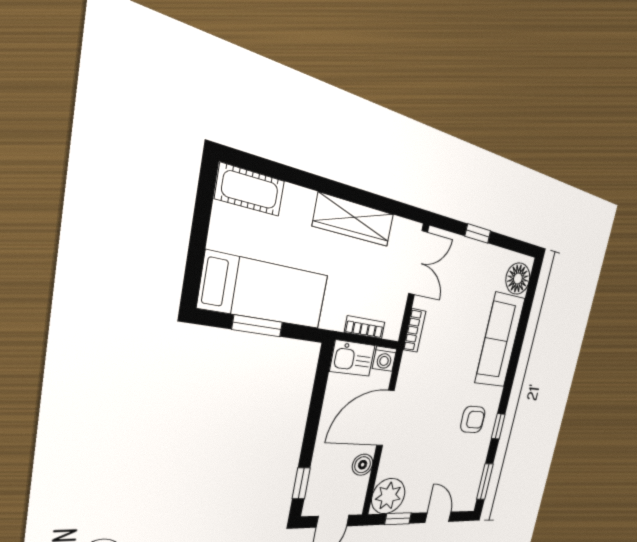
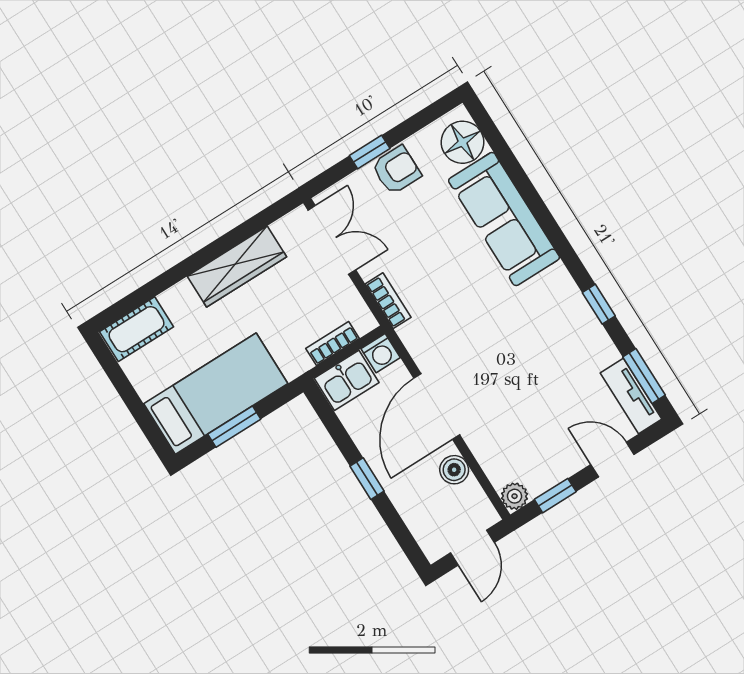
armchair: (473, 420) -> (396, 170), moved
window: (301, 483) -> (367, 479), moved
tv unit: (472, 488) -> (631, 396), added
plant: (388, 496) -> (514, 496), width x0.53, depth x0.53

